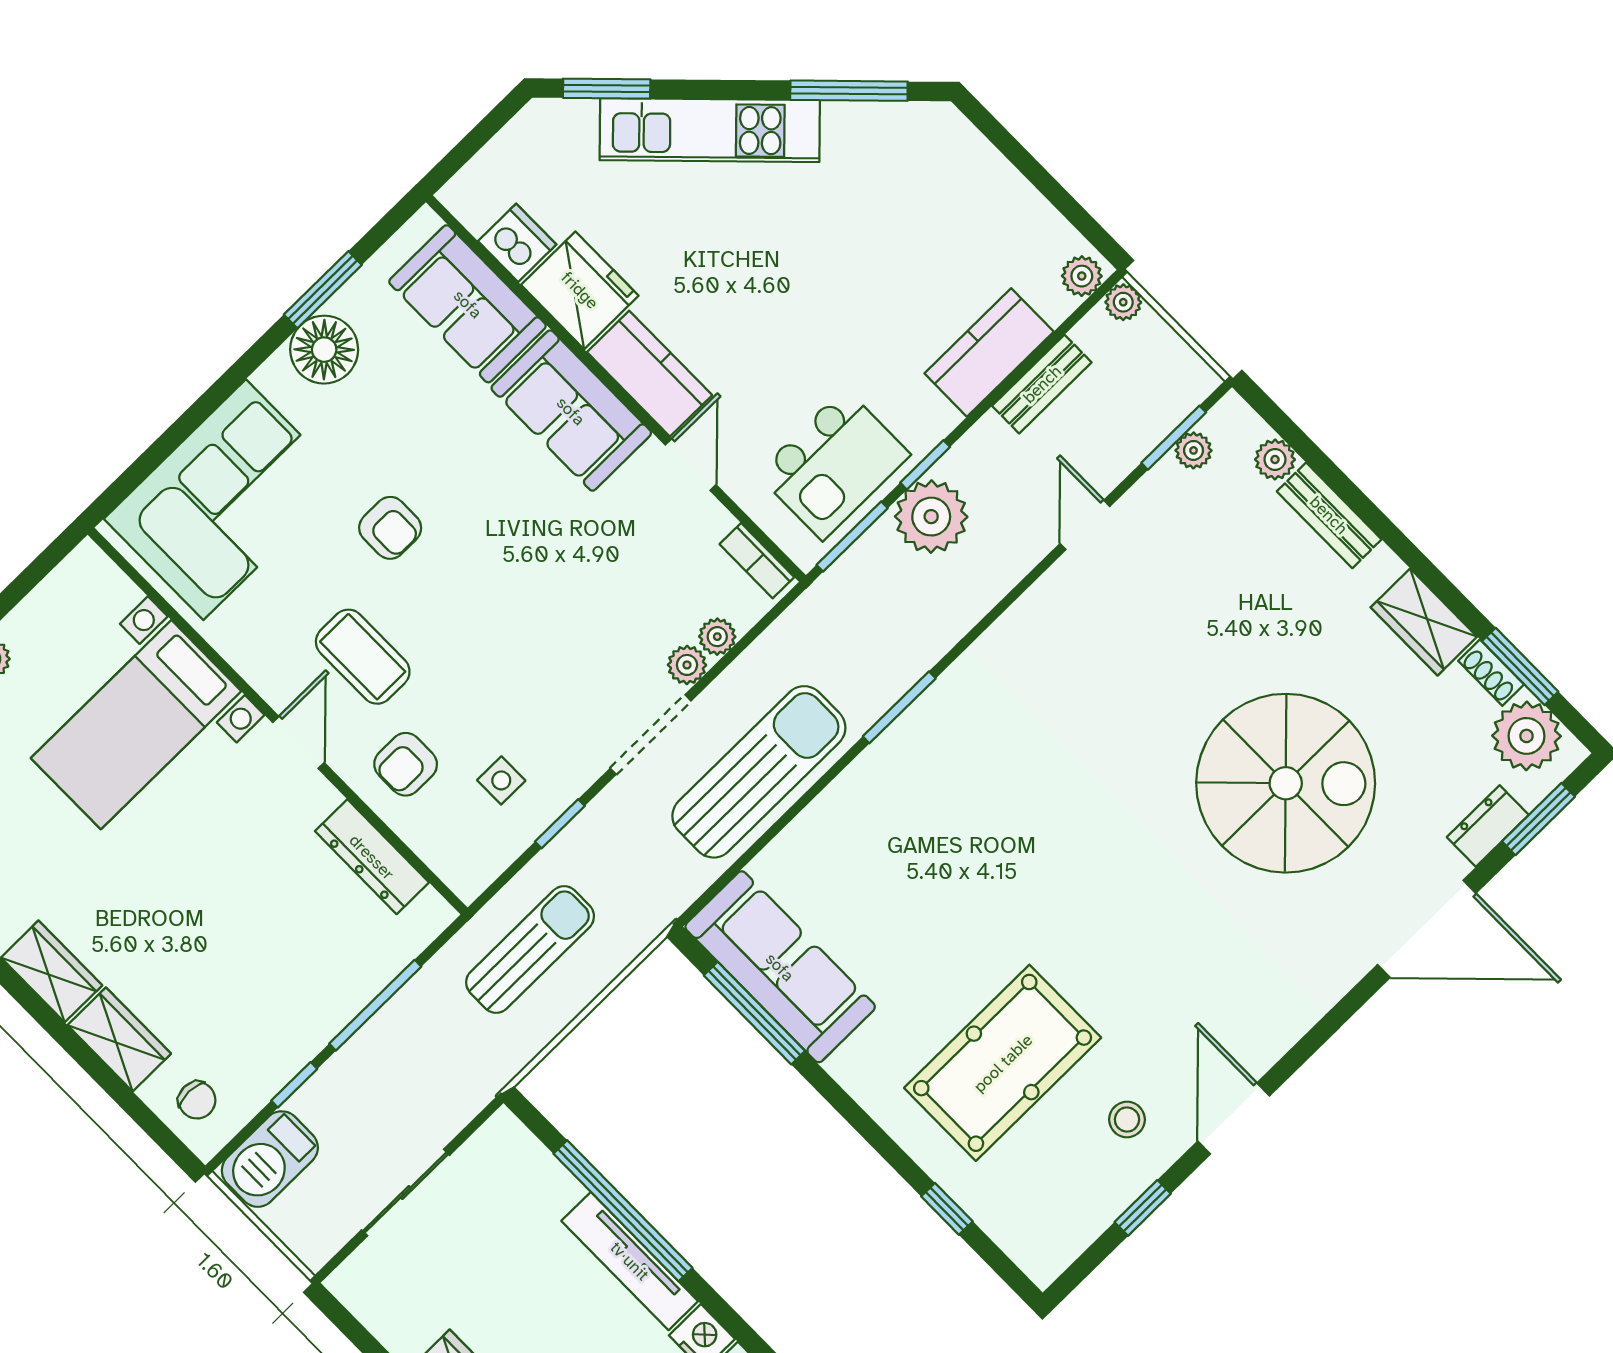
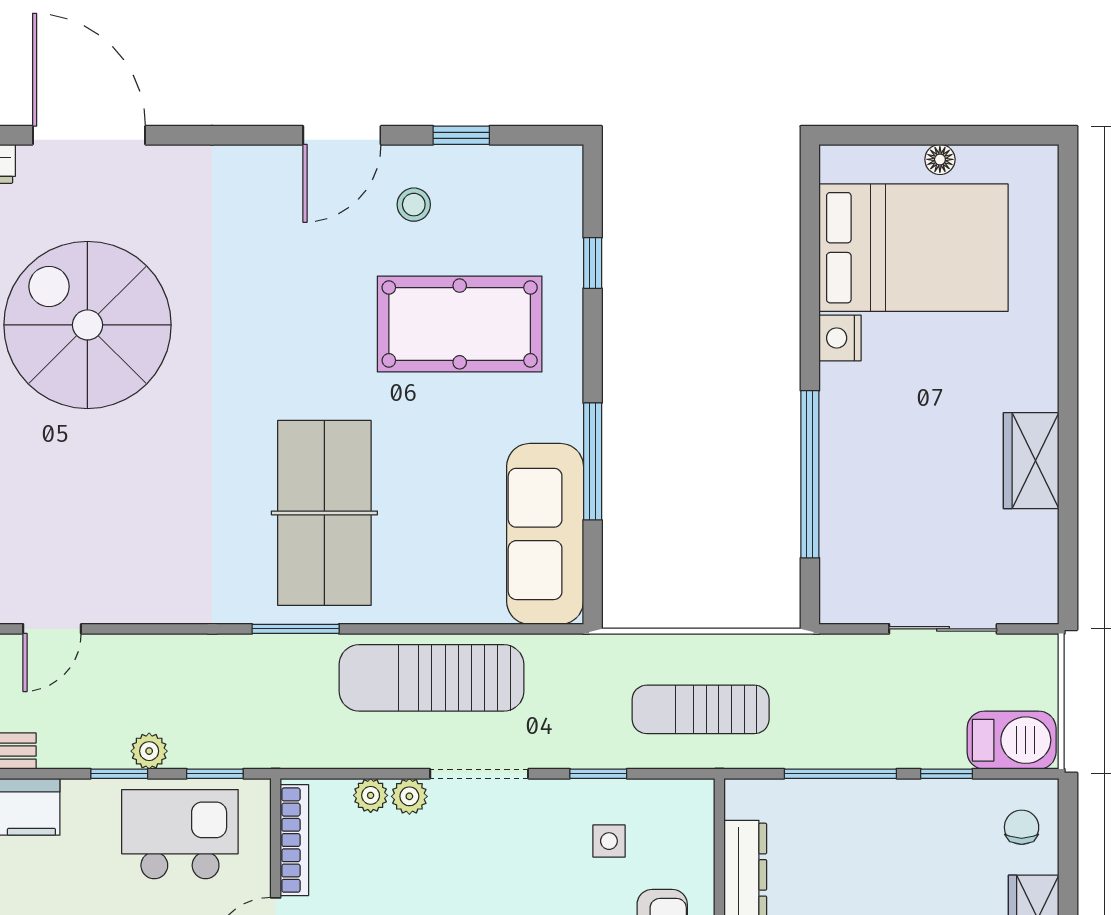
plant: (931, 517) -> (149, 751), width x0.53, depth x0.53
window: (852, 537) -> (215, 774), width x0.67
bookcase: (757, 561) -> (294, 840), width x1.56
table tennis table: (964, 817) -> (324, 513), added
window: (754, 1013) -> (593, 461), moved
tv unit: (630, 1261) -> (838, 436), removed

